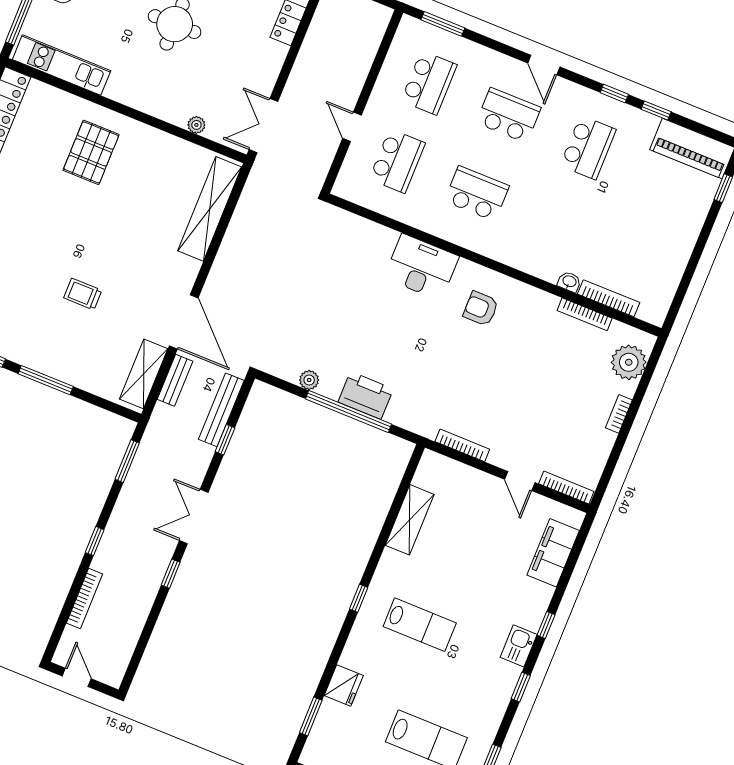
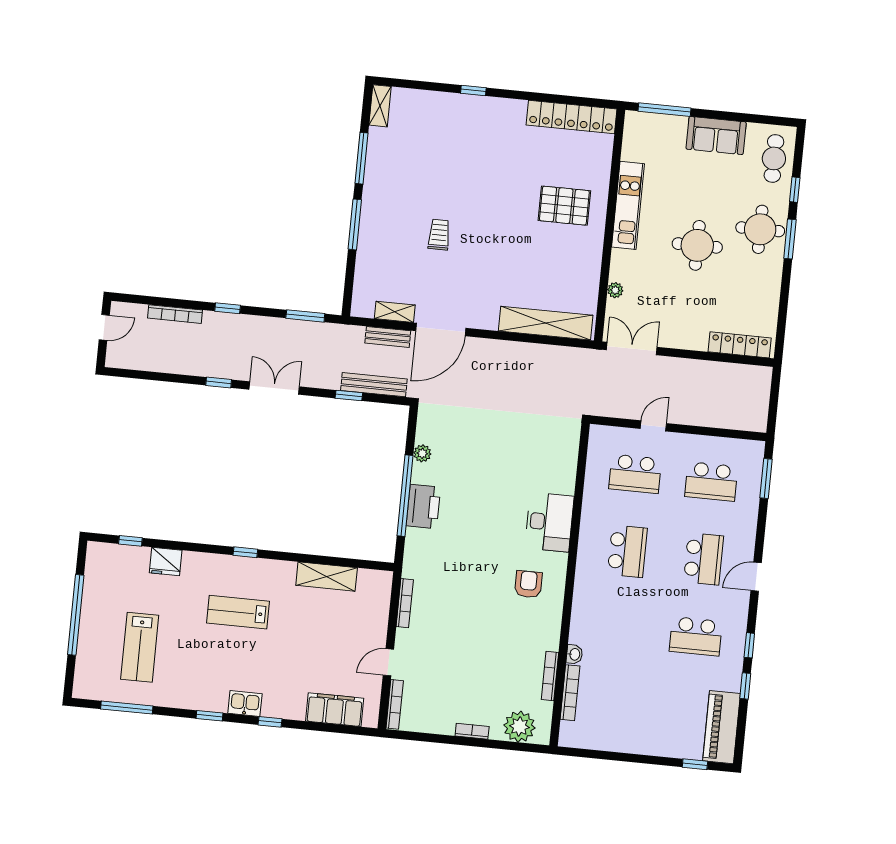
kitchen unit: (62, 65) -> (628, 205), moved
shelving: (144, 374) -> (395, 312), width x0.67, depth x0.75
lab bench: (420, 625) -> (238, 612), turned 90
window: (311, 716) -> (130, 541), width x0.67

